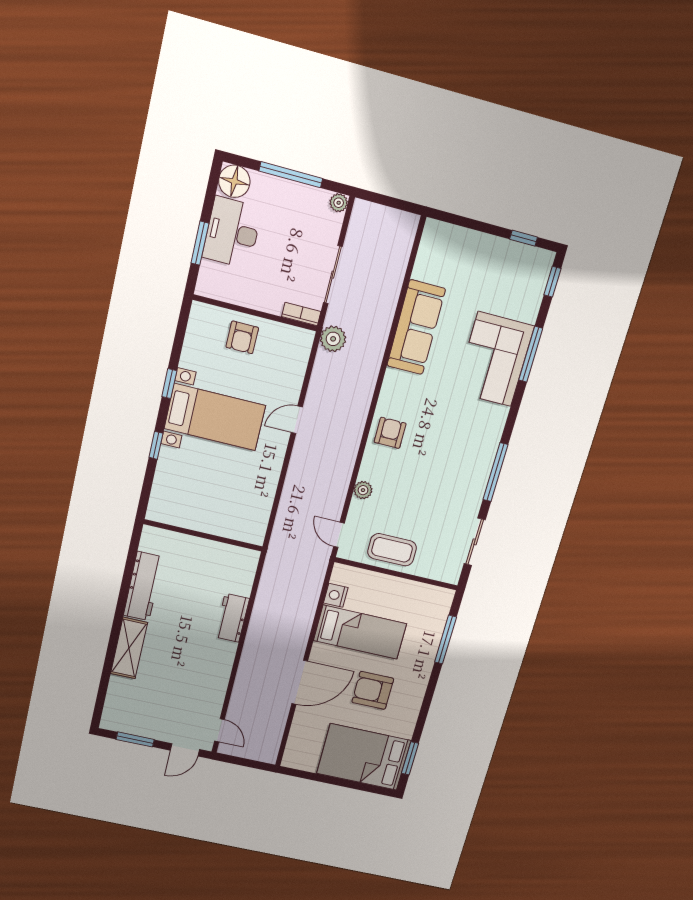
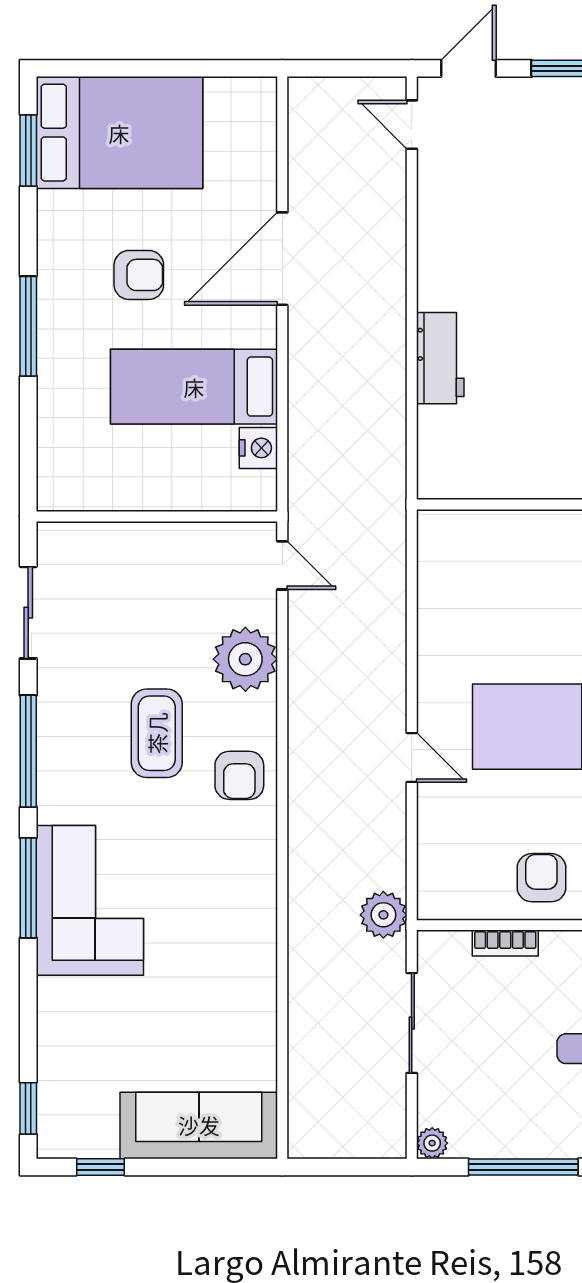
bookcase: (301, 314) -> (505, 943), moved
sofa: (416, 327) -> (199, 1125), moved, turned 90
window: (531, 354) -> (28, 888), moved
corner sofa: (495, 359) -> (90, 900), moved
door: (297, 420) -> (412, 758), hinge flipped
plant: (363, 490) -> (245, 659), width x1.87, depth x1.87
coffee table: (392, 550) -> (157, 733), moved, turned 90
window: (446, 640) -> (28, 326), moved
armchair: (373, 690) -> (139, 275), width x0.72, depth x0.72

